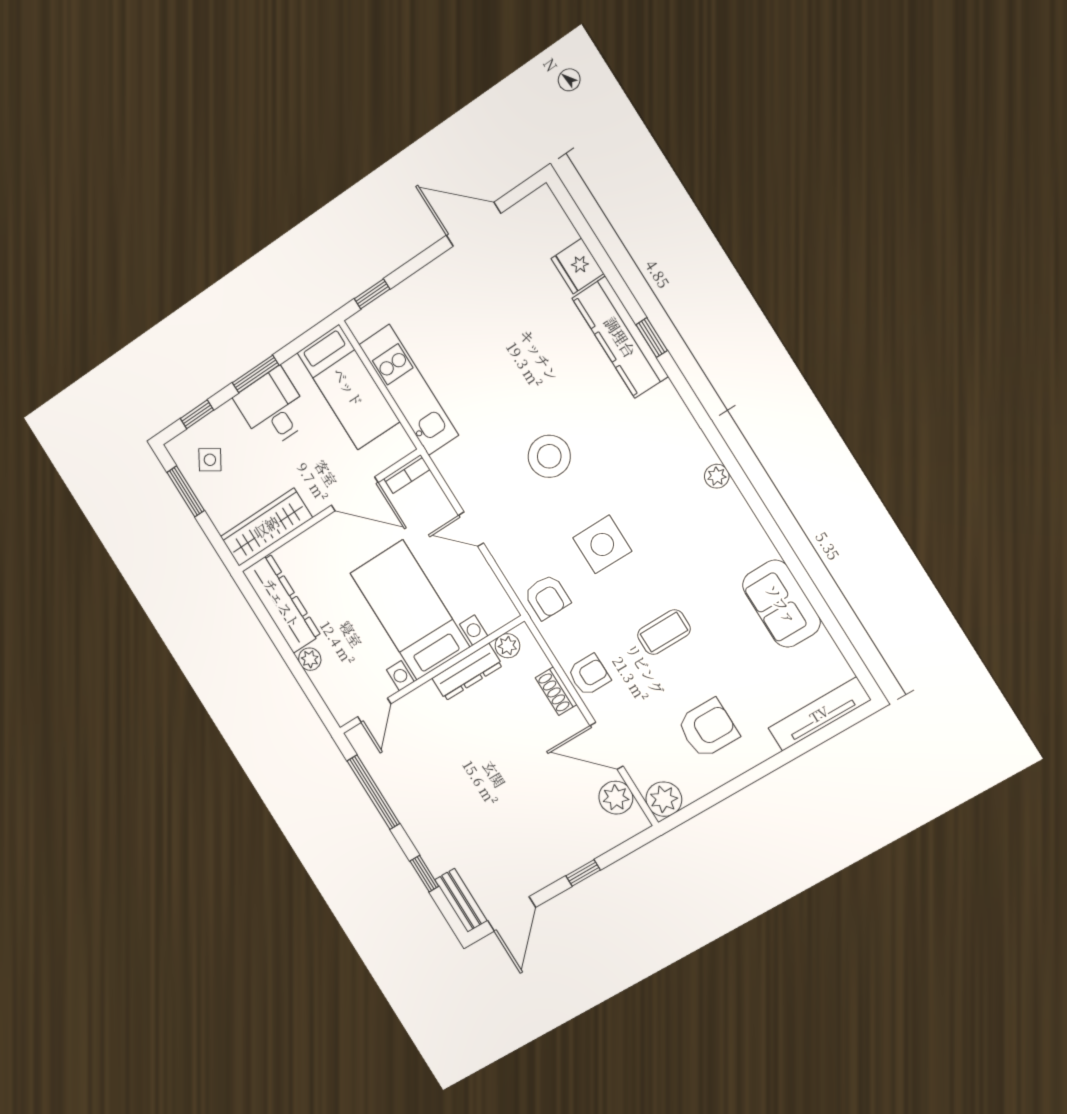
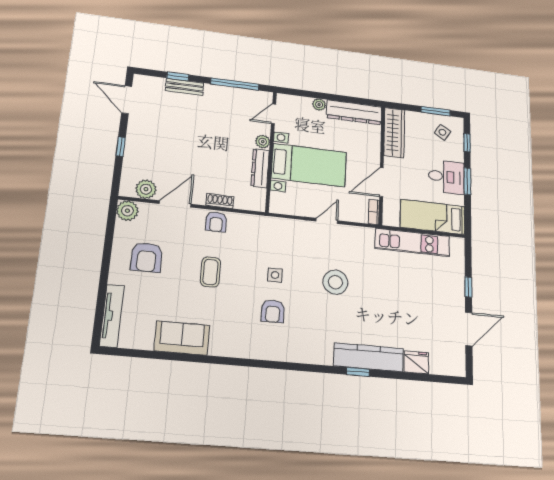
window: (372, 294) -> (468, 287), moved
plant: (717, 476) -> (268, 353), removed
side table: (602, 544) -> (275, 275), width x0.54, depth x0.54
armchair: (547, 597) -> (273, 311), moved, turned -90
plant: (507, 646) -> (263, 142), moved
door: (374, 710) -> (274, 114), hinge flipped
bench: (461, 900) -> (185, 87), moved

